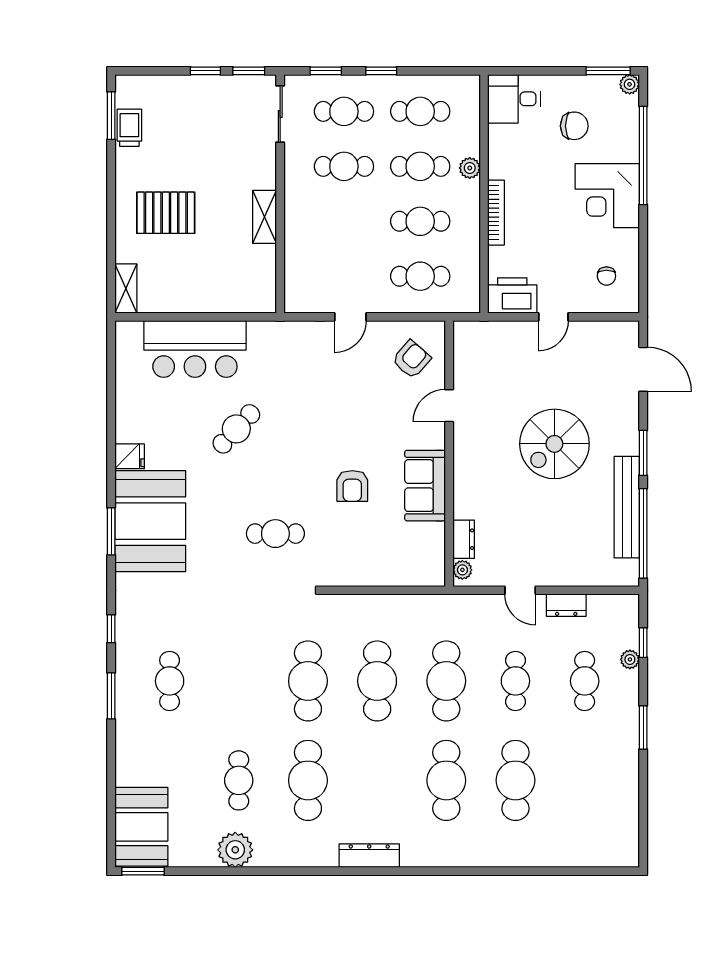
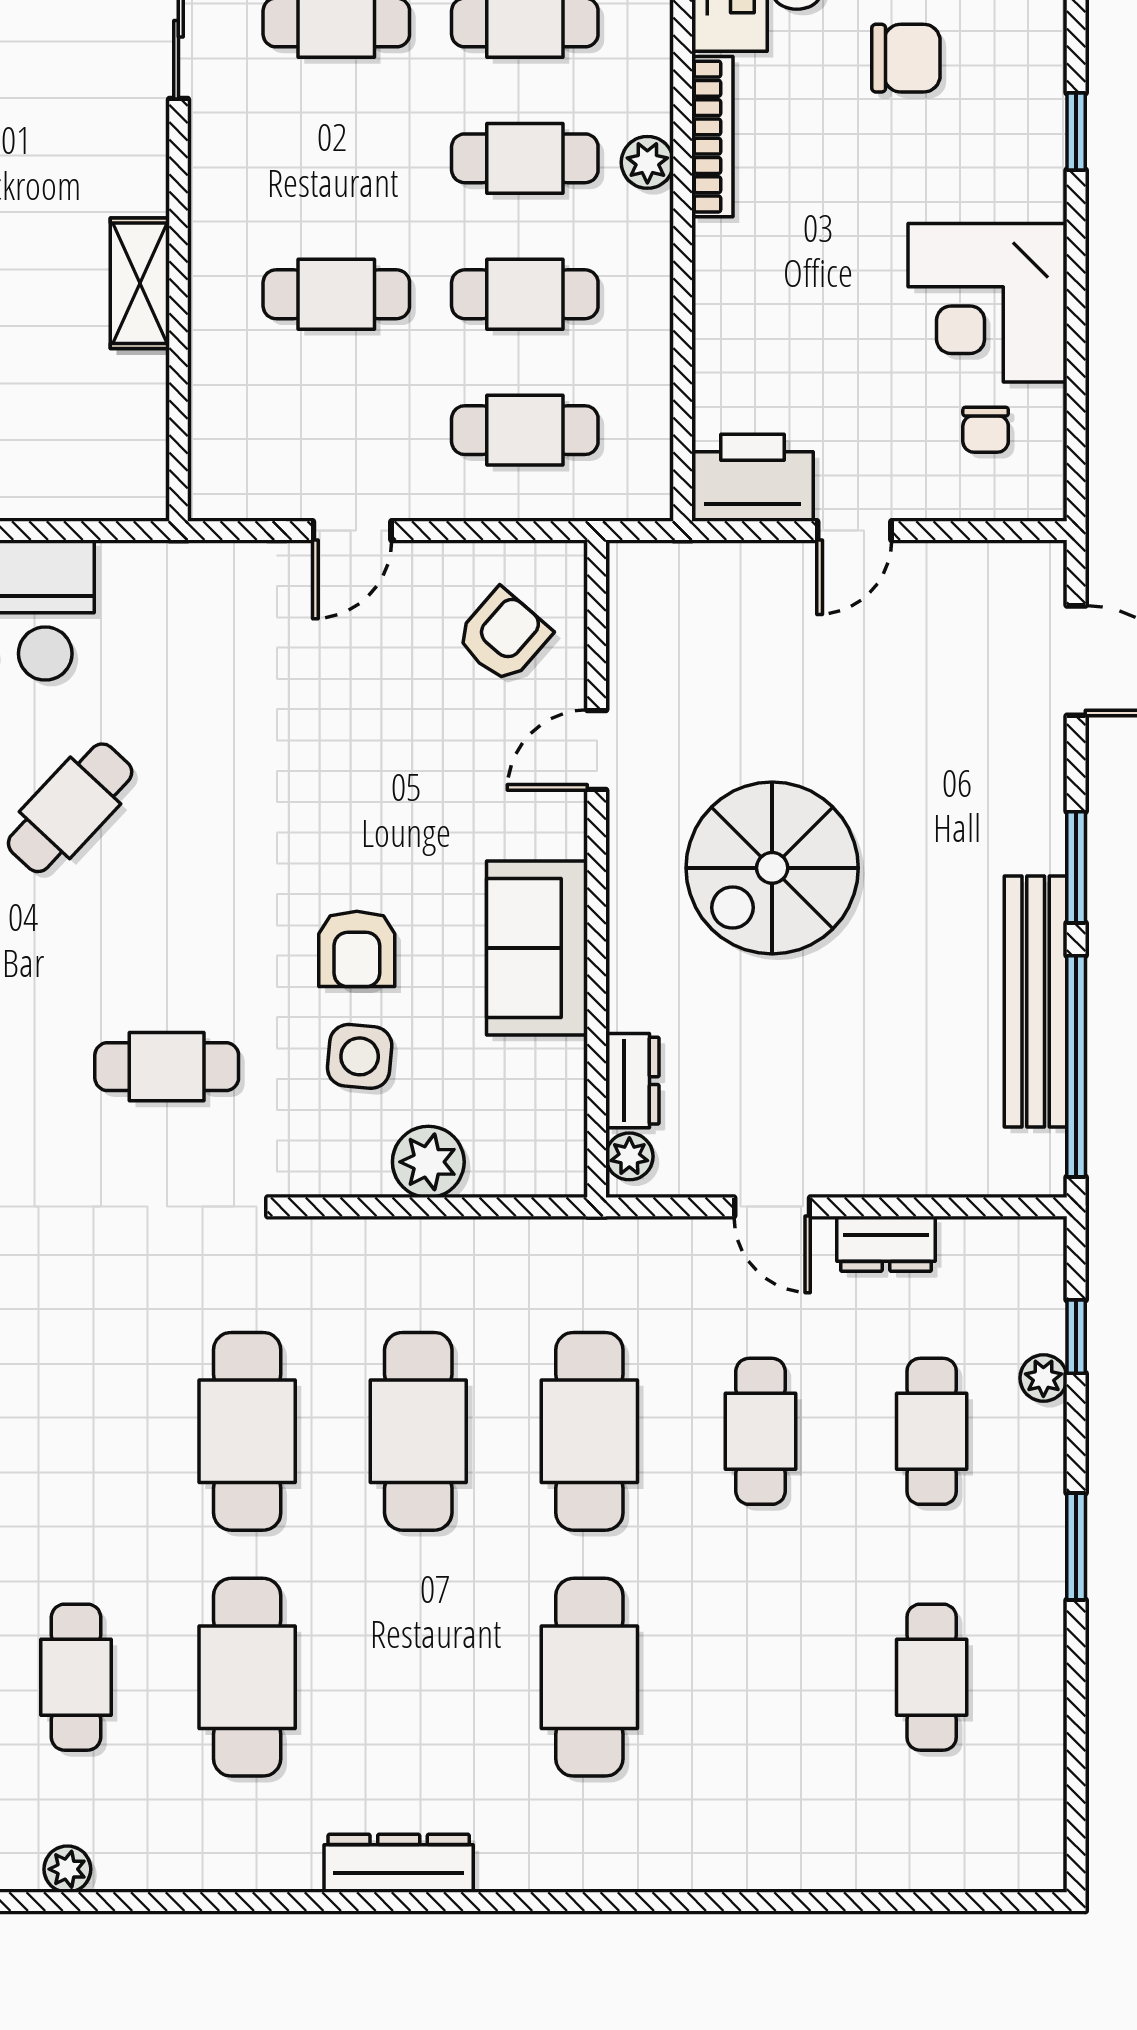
window: (643, 155) -> (1076, 131), width x0.32
cafe table: (344, 166) -> (336, 294), moved
corner desk: (607, 196) -> (988, 303), moved
bookcase: (496, 213) -> (712, 137), moved
spiral stairs: (554, 444) -> (772, 868), moved
side table: (353, 529) -> (360, 1056), added
plant: (381, 572) -> (428, 1162), added
cafe table: (515, 780) -> (932, 1677), moved, width x0.73, depth x0.74
plant: (235, 850) -> (67, 1869), width x0.53, depth x0.53

